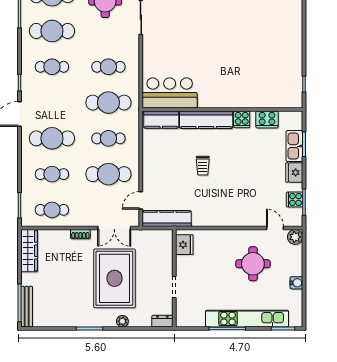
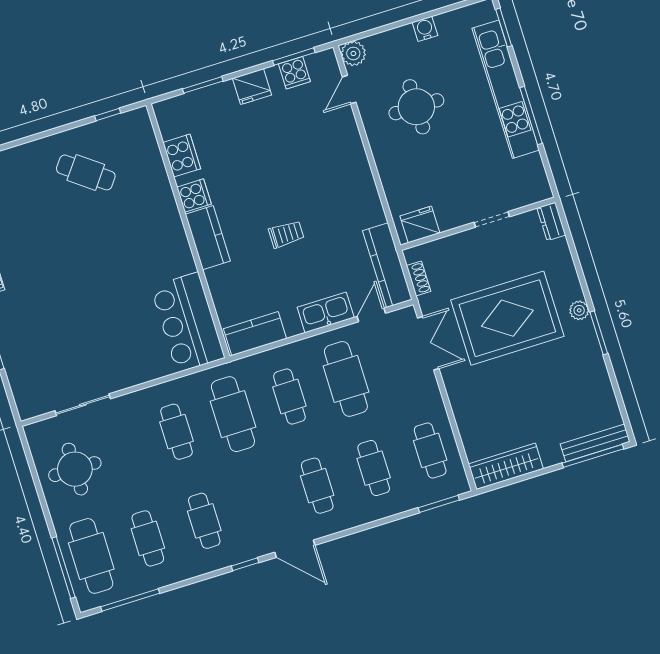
cafe table: (52, 31) -> (148, 538), width x0.73, depth x0.74
cafe table: (274, 61) -> (86, 172), added
kitchen counter: (161, 120) -> (255, 334), moved, turned -90
kitchen counter: (206, 120) -> (208, 238), width x0.67
cafe table: (52, 138) -> (317, 486), width x0.73, depth x0.74
kitchen sink: (294, 146) -> (326, 312), moved, turned 180
door: (141, 200) -> (371, 315), swing flipped
shoe rack: (80, 234) -> (419, 278), moved
plant: (122, 321) -> (579, 310), moved

